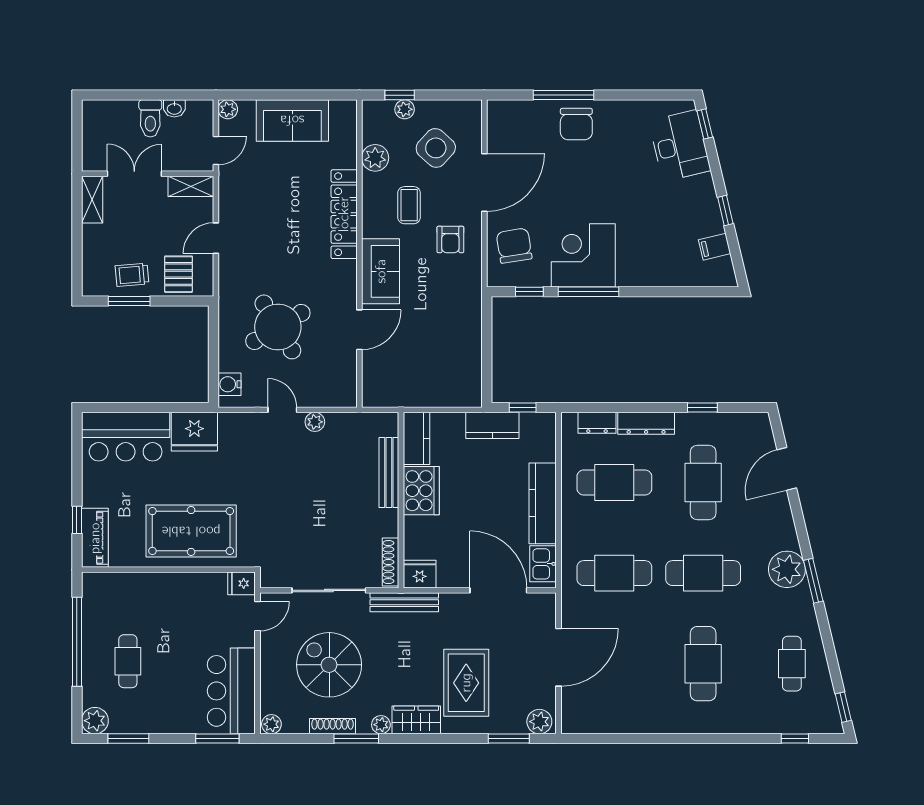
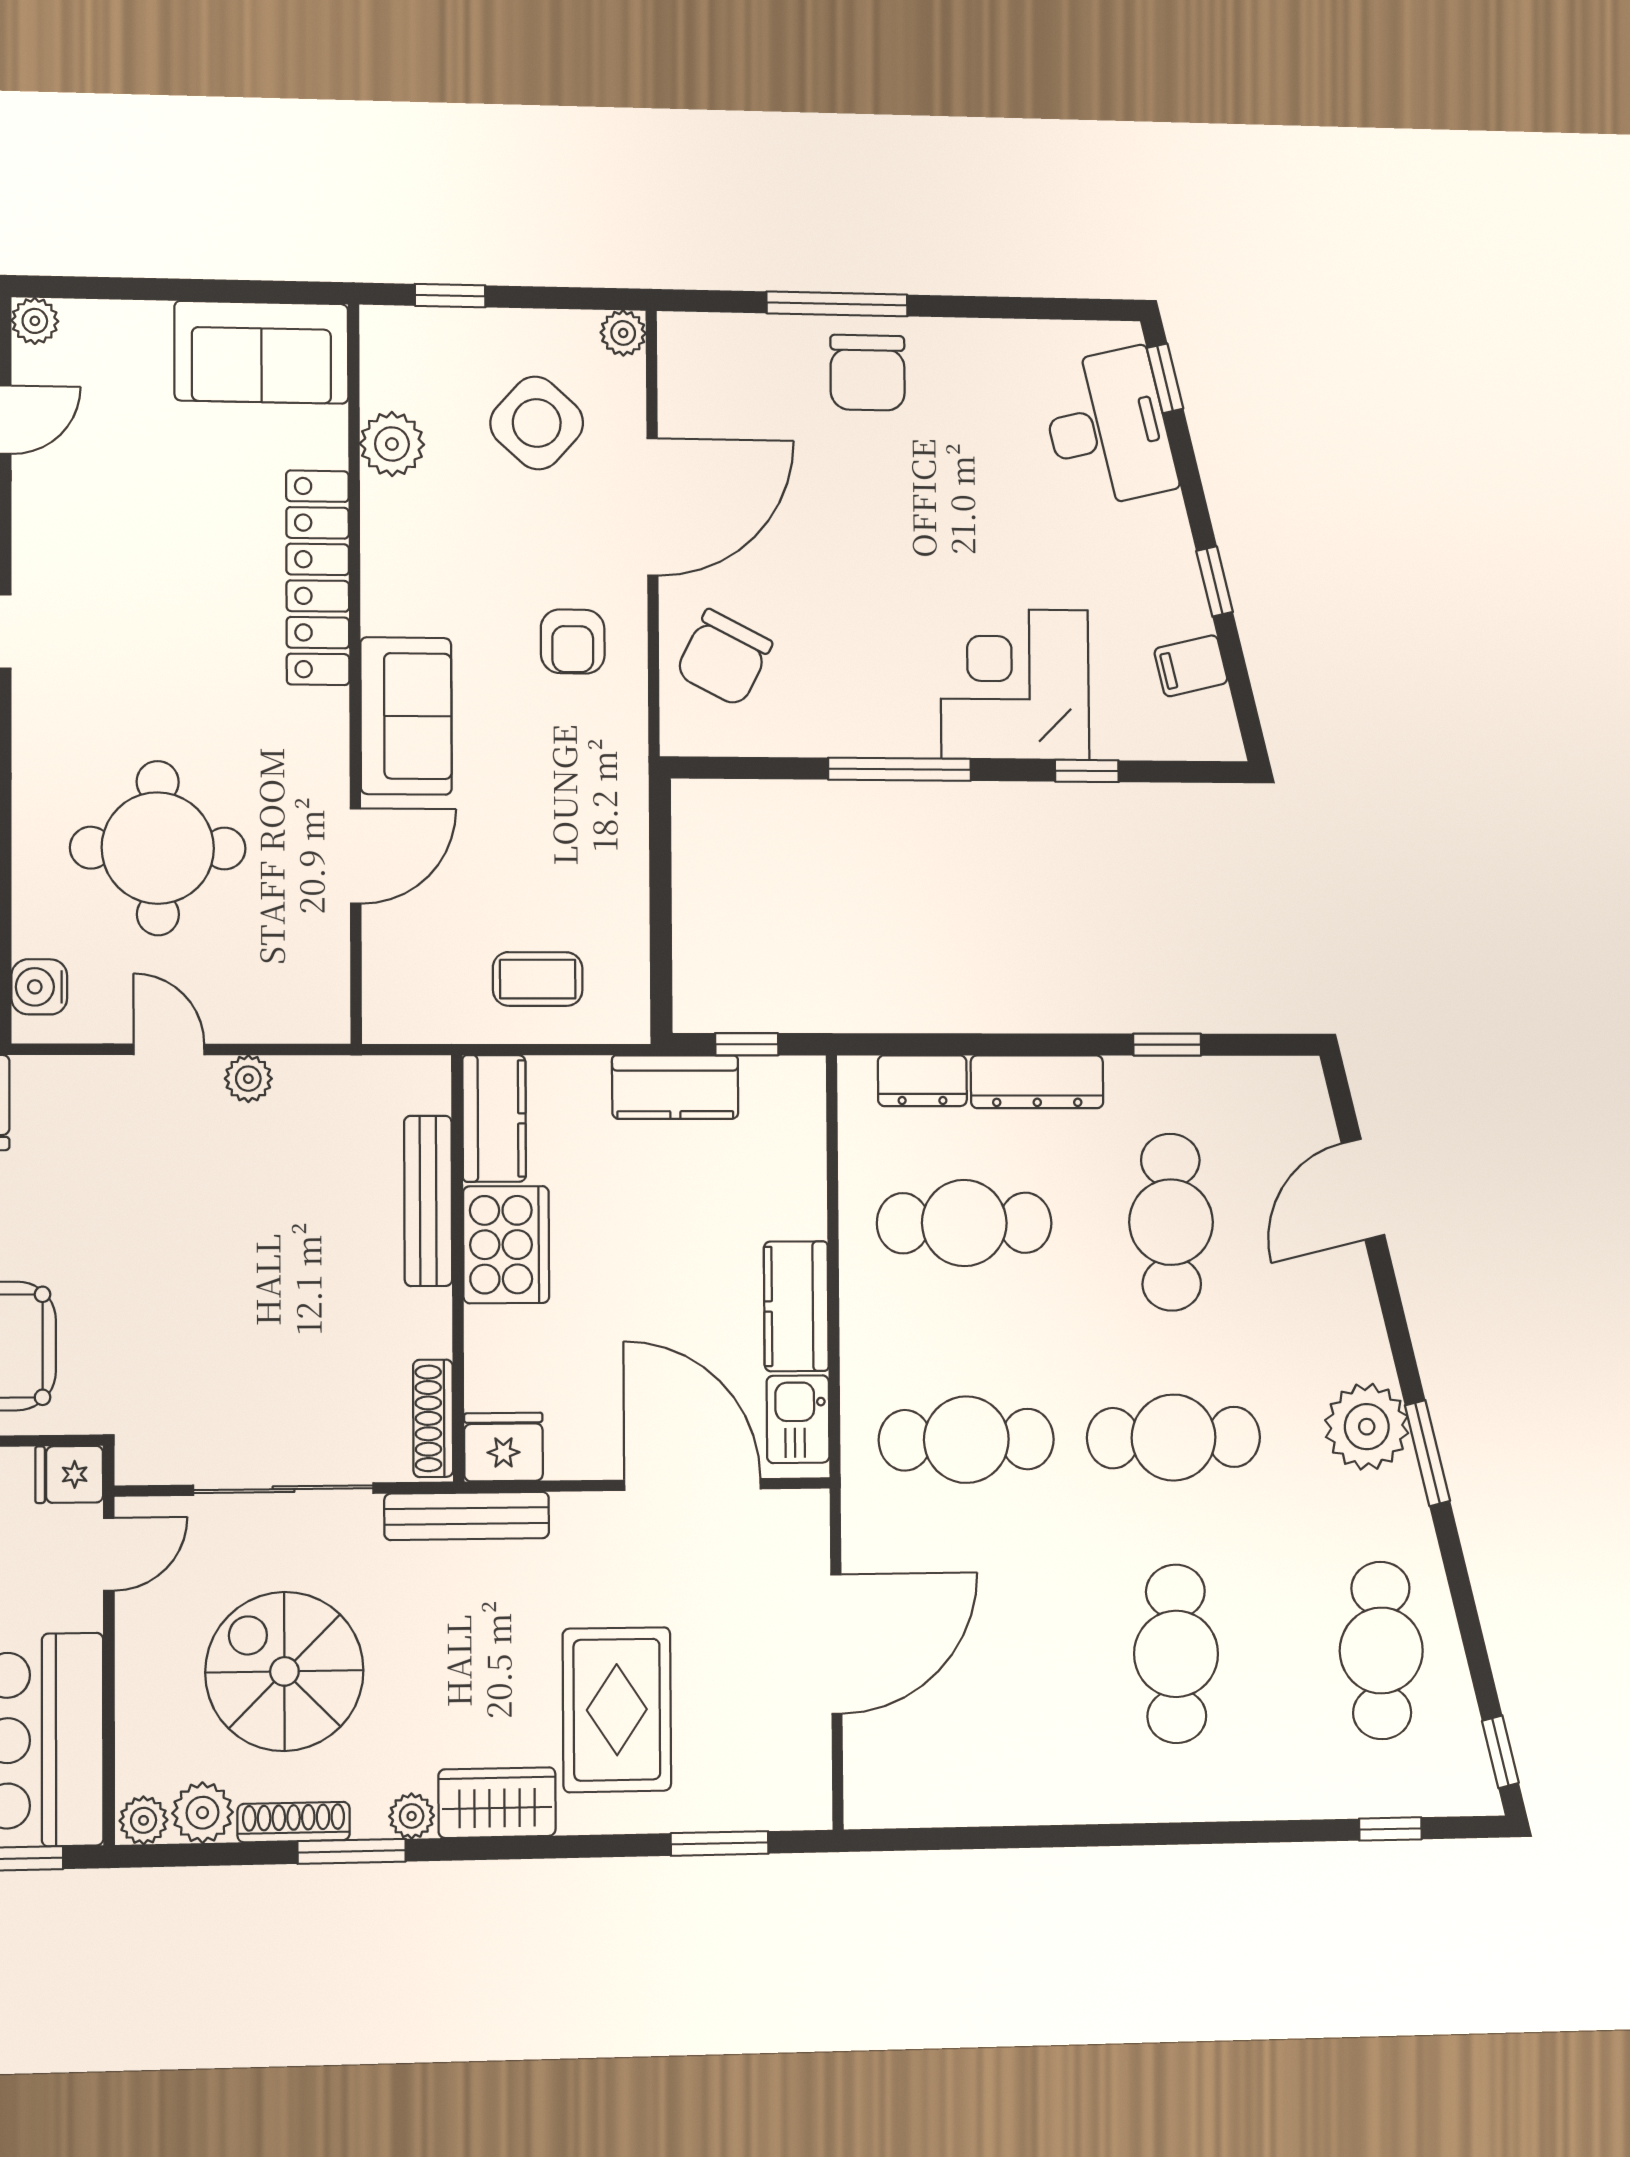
plant: (405, 109) -> (623, 333), moved
sofa: (292, 120) -> (261, 352), moved
coffee table: (409, 205) -> (538, 979), moved, turned 90
chair: (514, 246) -> (724, 658), turned -144
corner desk: (583, 255) -> (1015, 684), moved
window: (529, 292) -> (1087, 771), moved
round table: (278, 327) -> (158, 848), turned 31
kitchen counter: (543, 503) -> (796, 1306), width x0.67
cafe table: (792, 664) -> (1381, 1650), width x1.37, depth x1.35
plant: (539, 722) -> (203, 1813), moved

